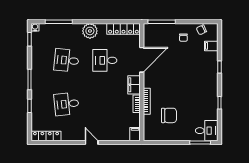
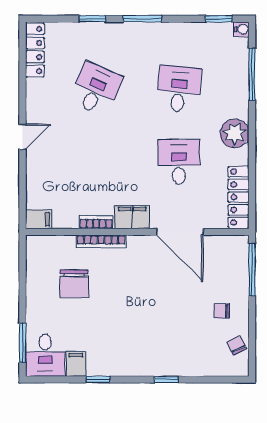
filing cabinet: (211, 46) -> (76, 364), moved
desk: (67, 104) -> (96, 89), turned 30

